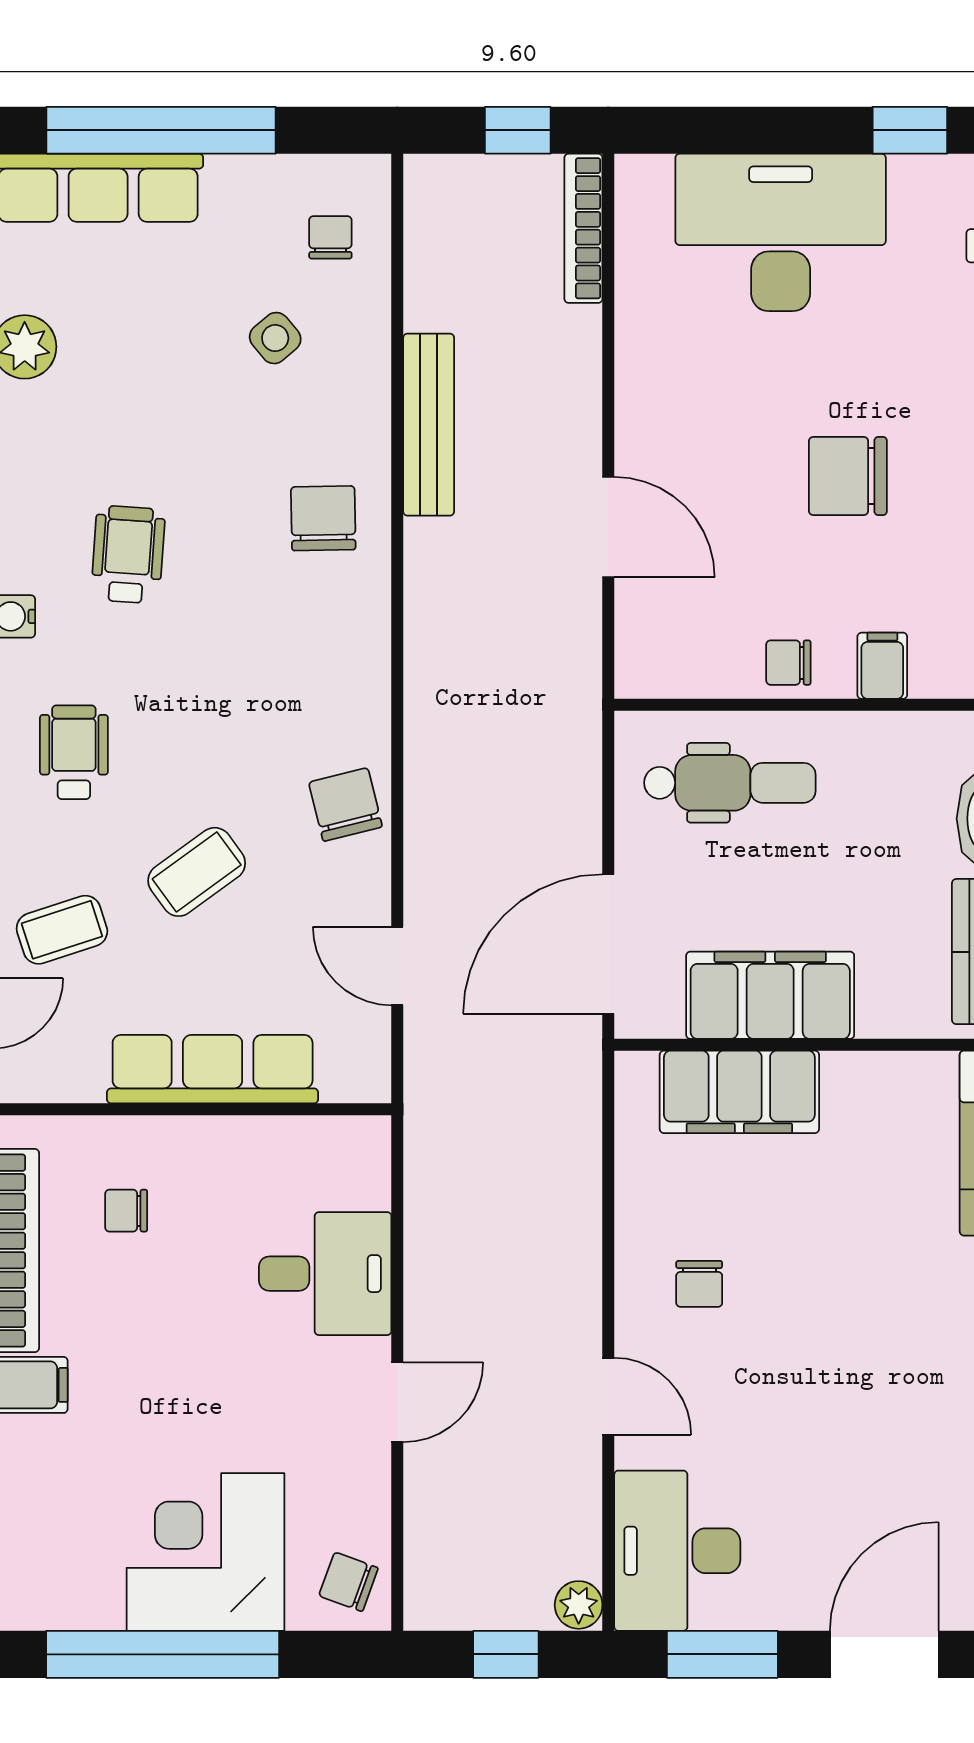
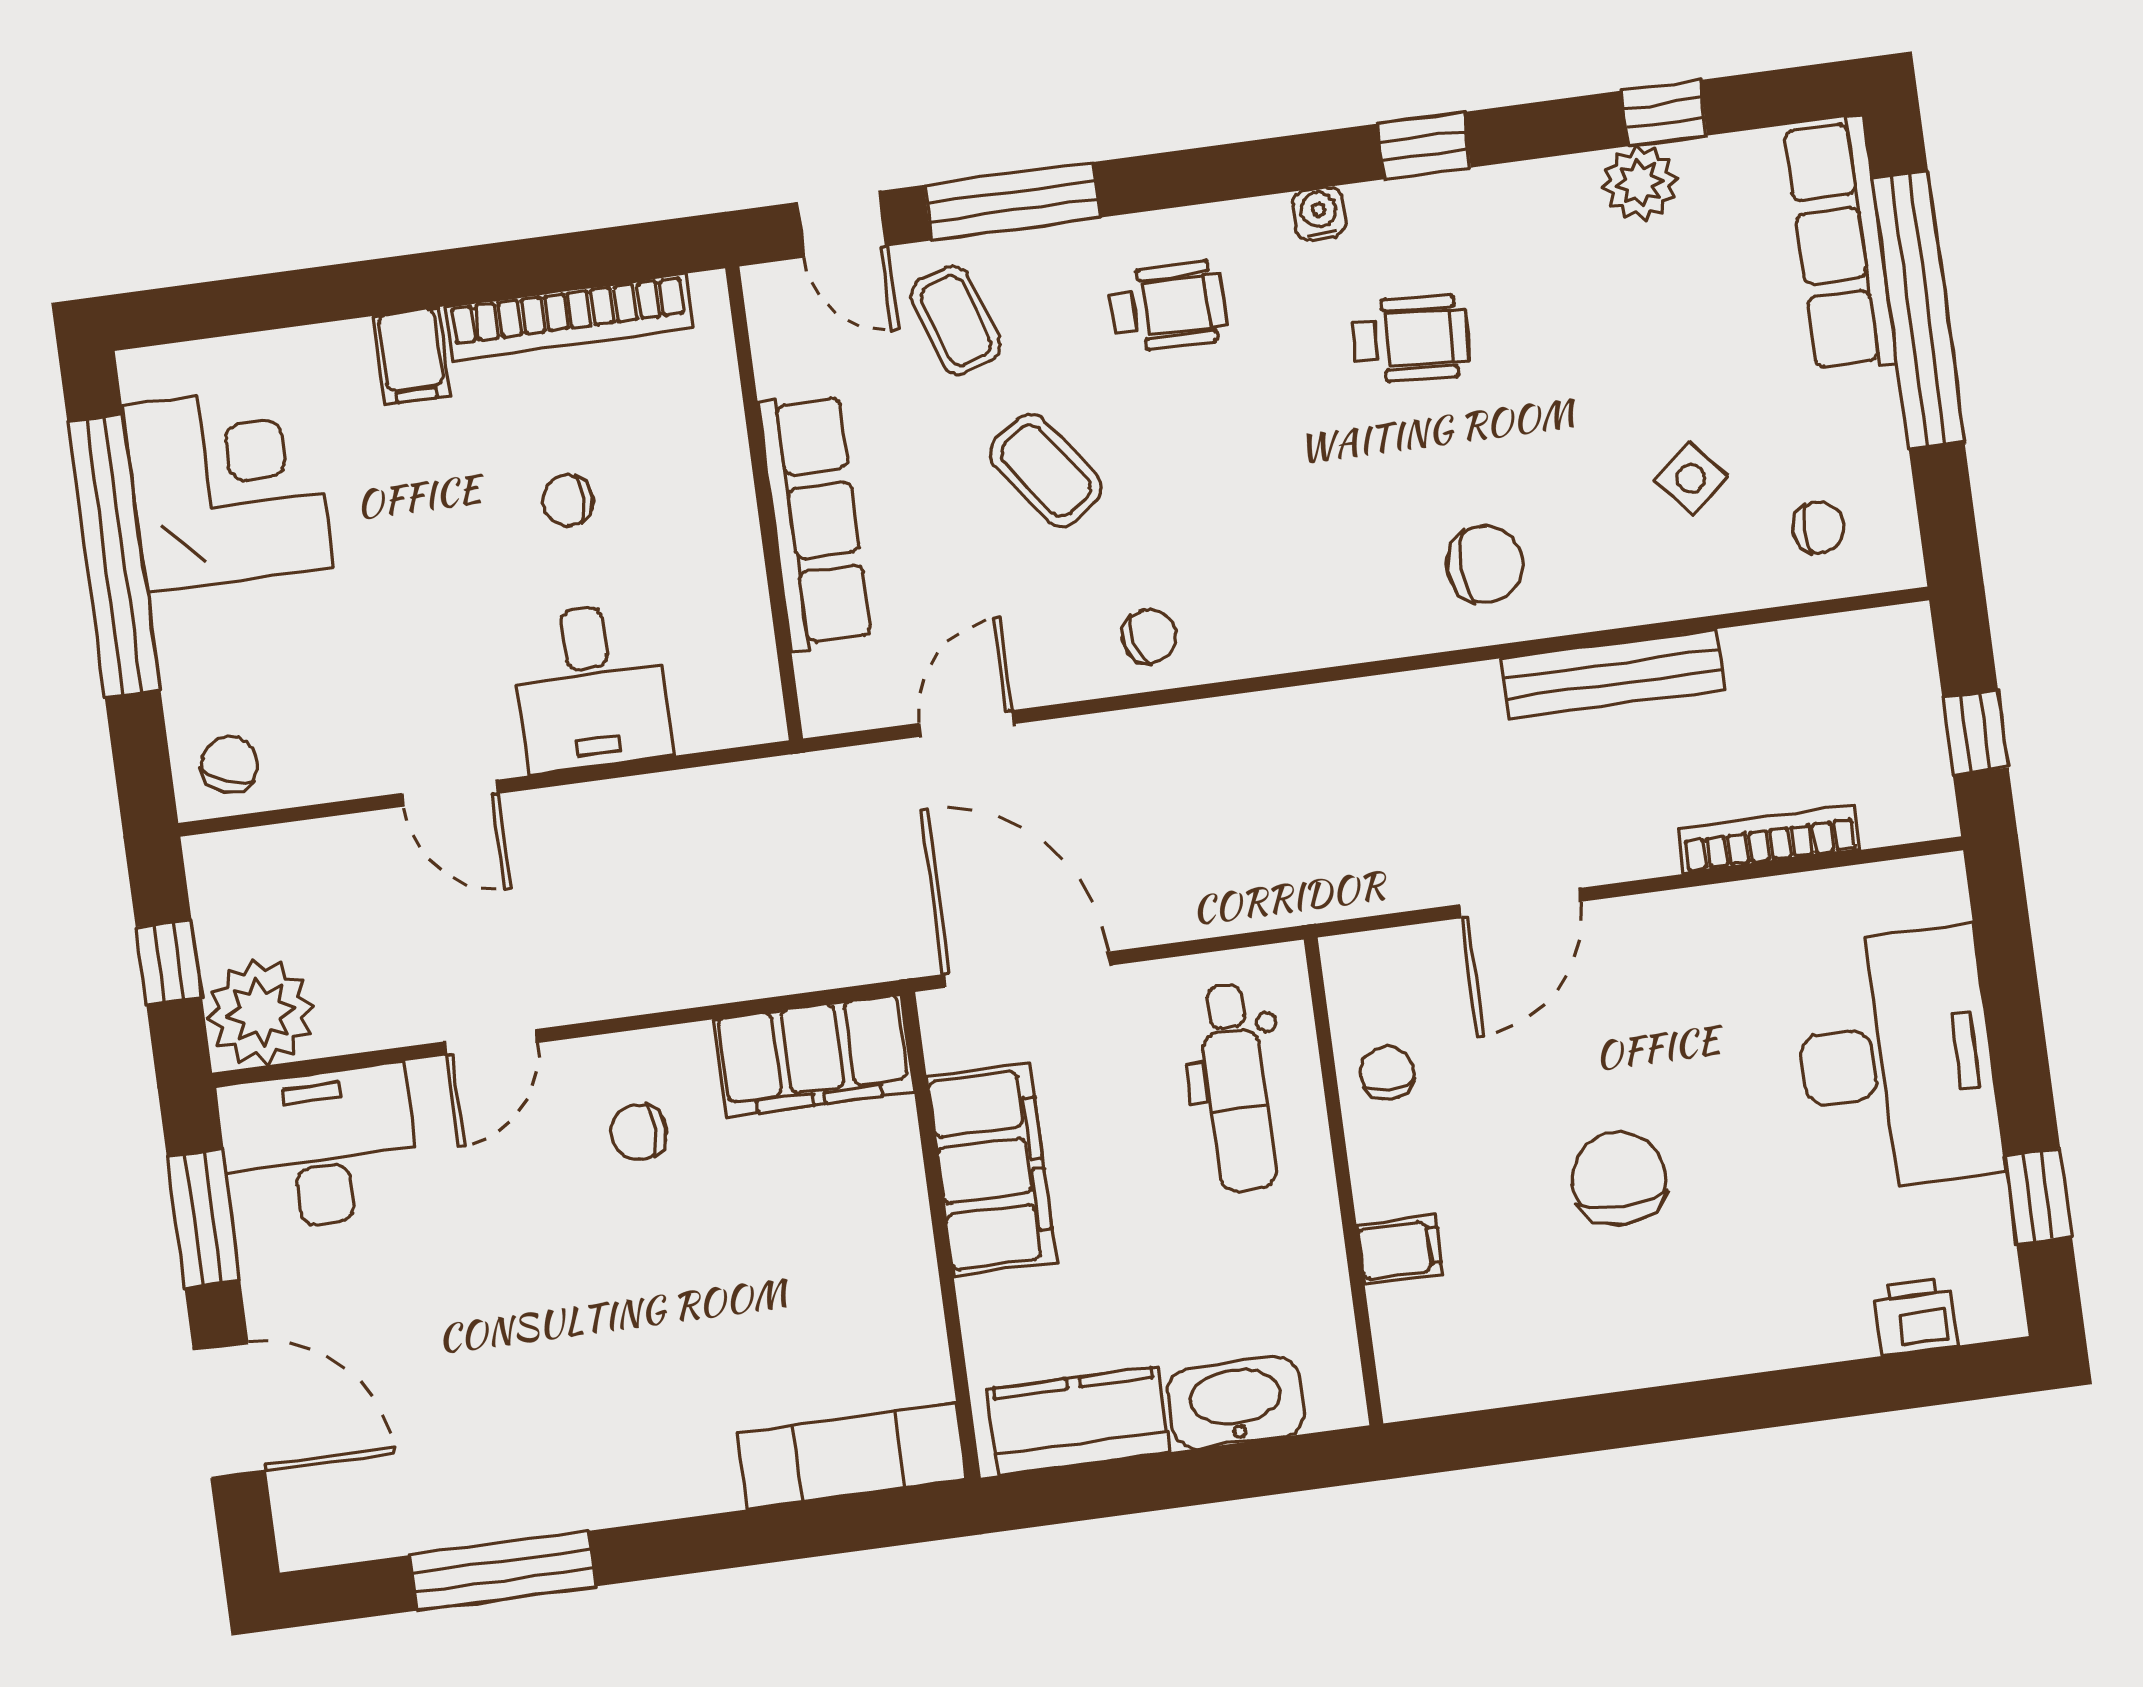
bookcase: (583, 228) -> (1769, 839), moved
chair: (788, 663) -> (1387, 1073), moved
chair: (346, 805) -> (1149, 636), width x0.73, depth x0.73
filing cabinet: (739, 1092) -> (813, 1055), moved, turned -90
chair: (126, 1211) -> (568, 500), moved, turned -90
corner desk: (205, 1552) -> (228, 486), moved
plant: (579, 1605) -> (260, 1012), width x1.87, depth x1.87

